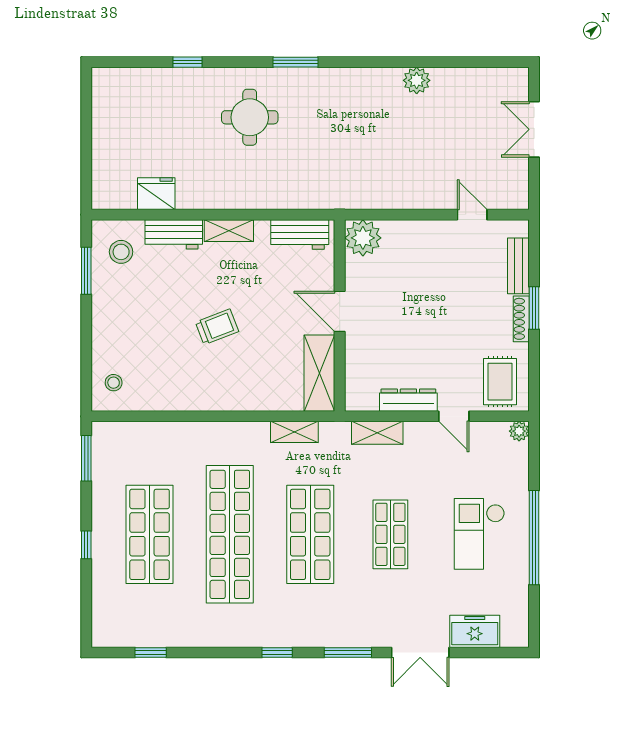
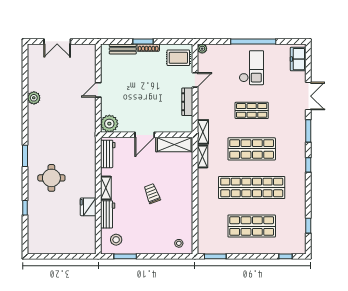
fridge: (156, 194) -> (88, 207), moved
door: (472, 215) -> (98, 90), moved
shelving: (377, 433) -> (203, 132), moved
checkout: (479, 534) -> (251, 68), turned -90
window: (86, 545) -> (285, 256), moved
freezer: (475, 631) -> (298, 59), moved

